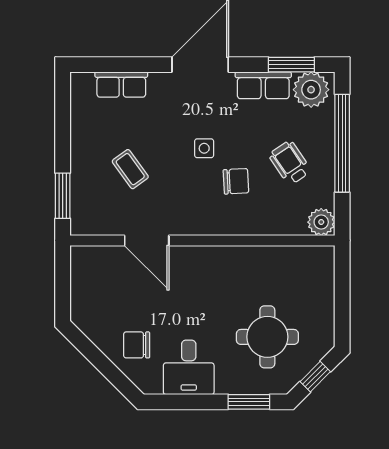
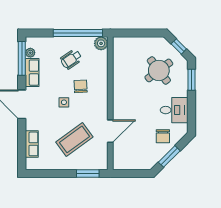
window: (291, 65) -> (22, 58), width x1.44
plant: (311, 90) -> (30, 53), width x0.53, depth x0.53
window: (342, 143) -> (78, 33), moved
coffee table: (130, 169) -> (74, 139), width x1.86, depth x1.72
round table: (267, 337) -> (159, 70), turned -37
window: (97, 358) -> (169, 156), added

